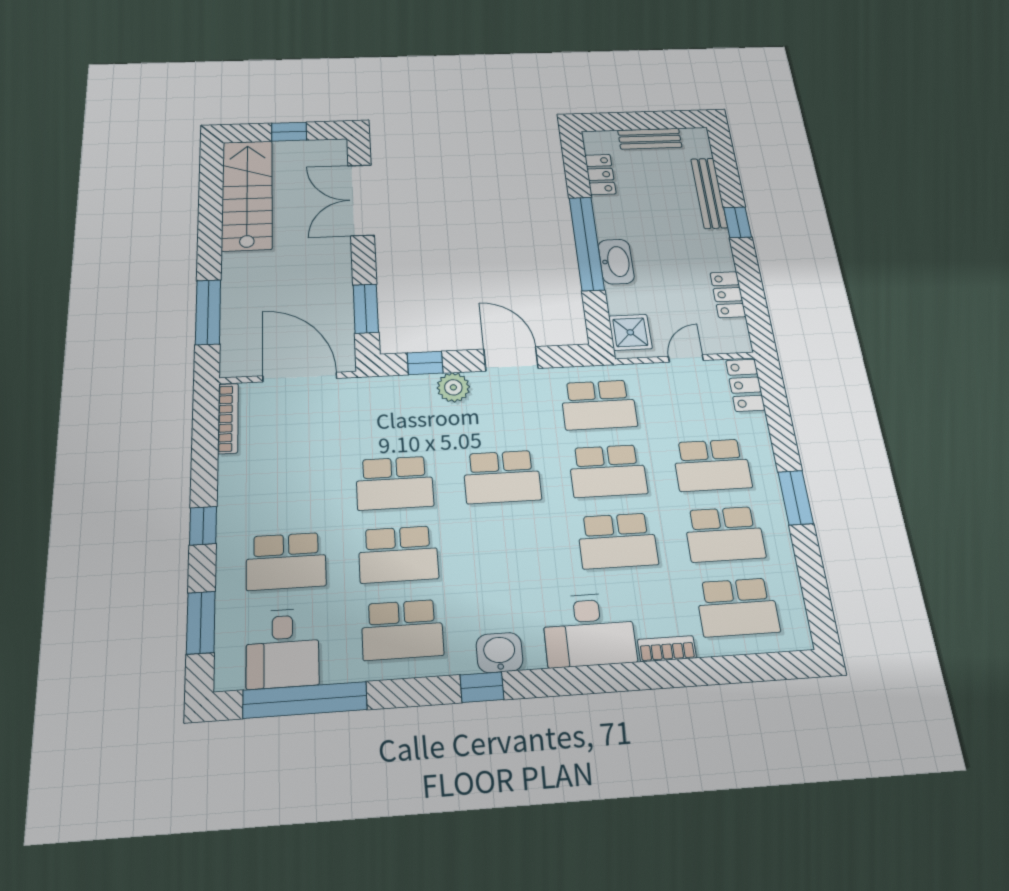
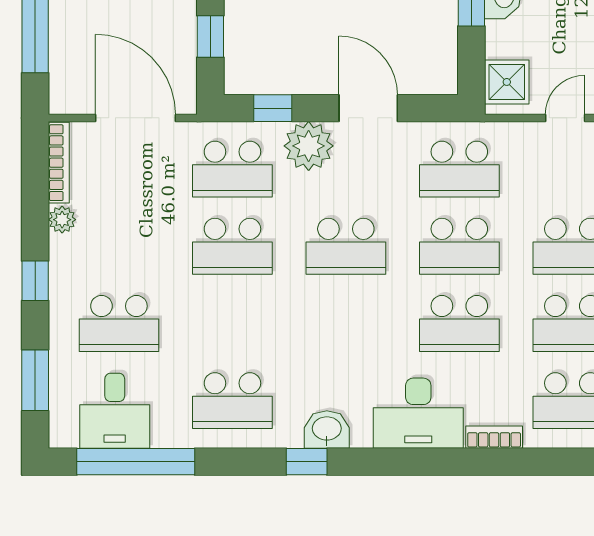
window: (366, 309) -> (210, 36), width x0.67
plant: (453, 387) -> (309, 146), width x1.36, depth x1.36
plant: (230, 468) -> (62, 220), added
school desk: (398, 554) -> (232, 169), moved

